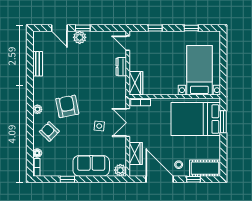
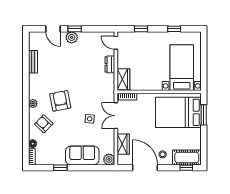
window: (193, 179) -> (186, 168), moved

